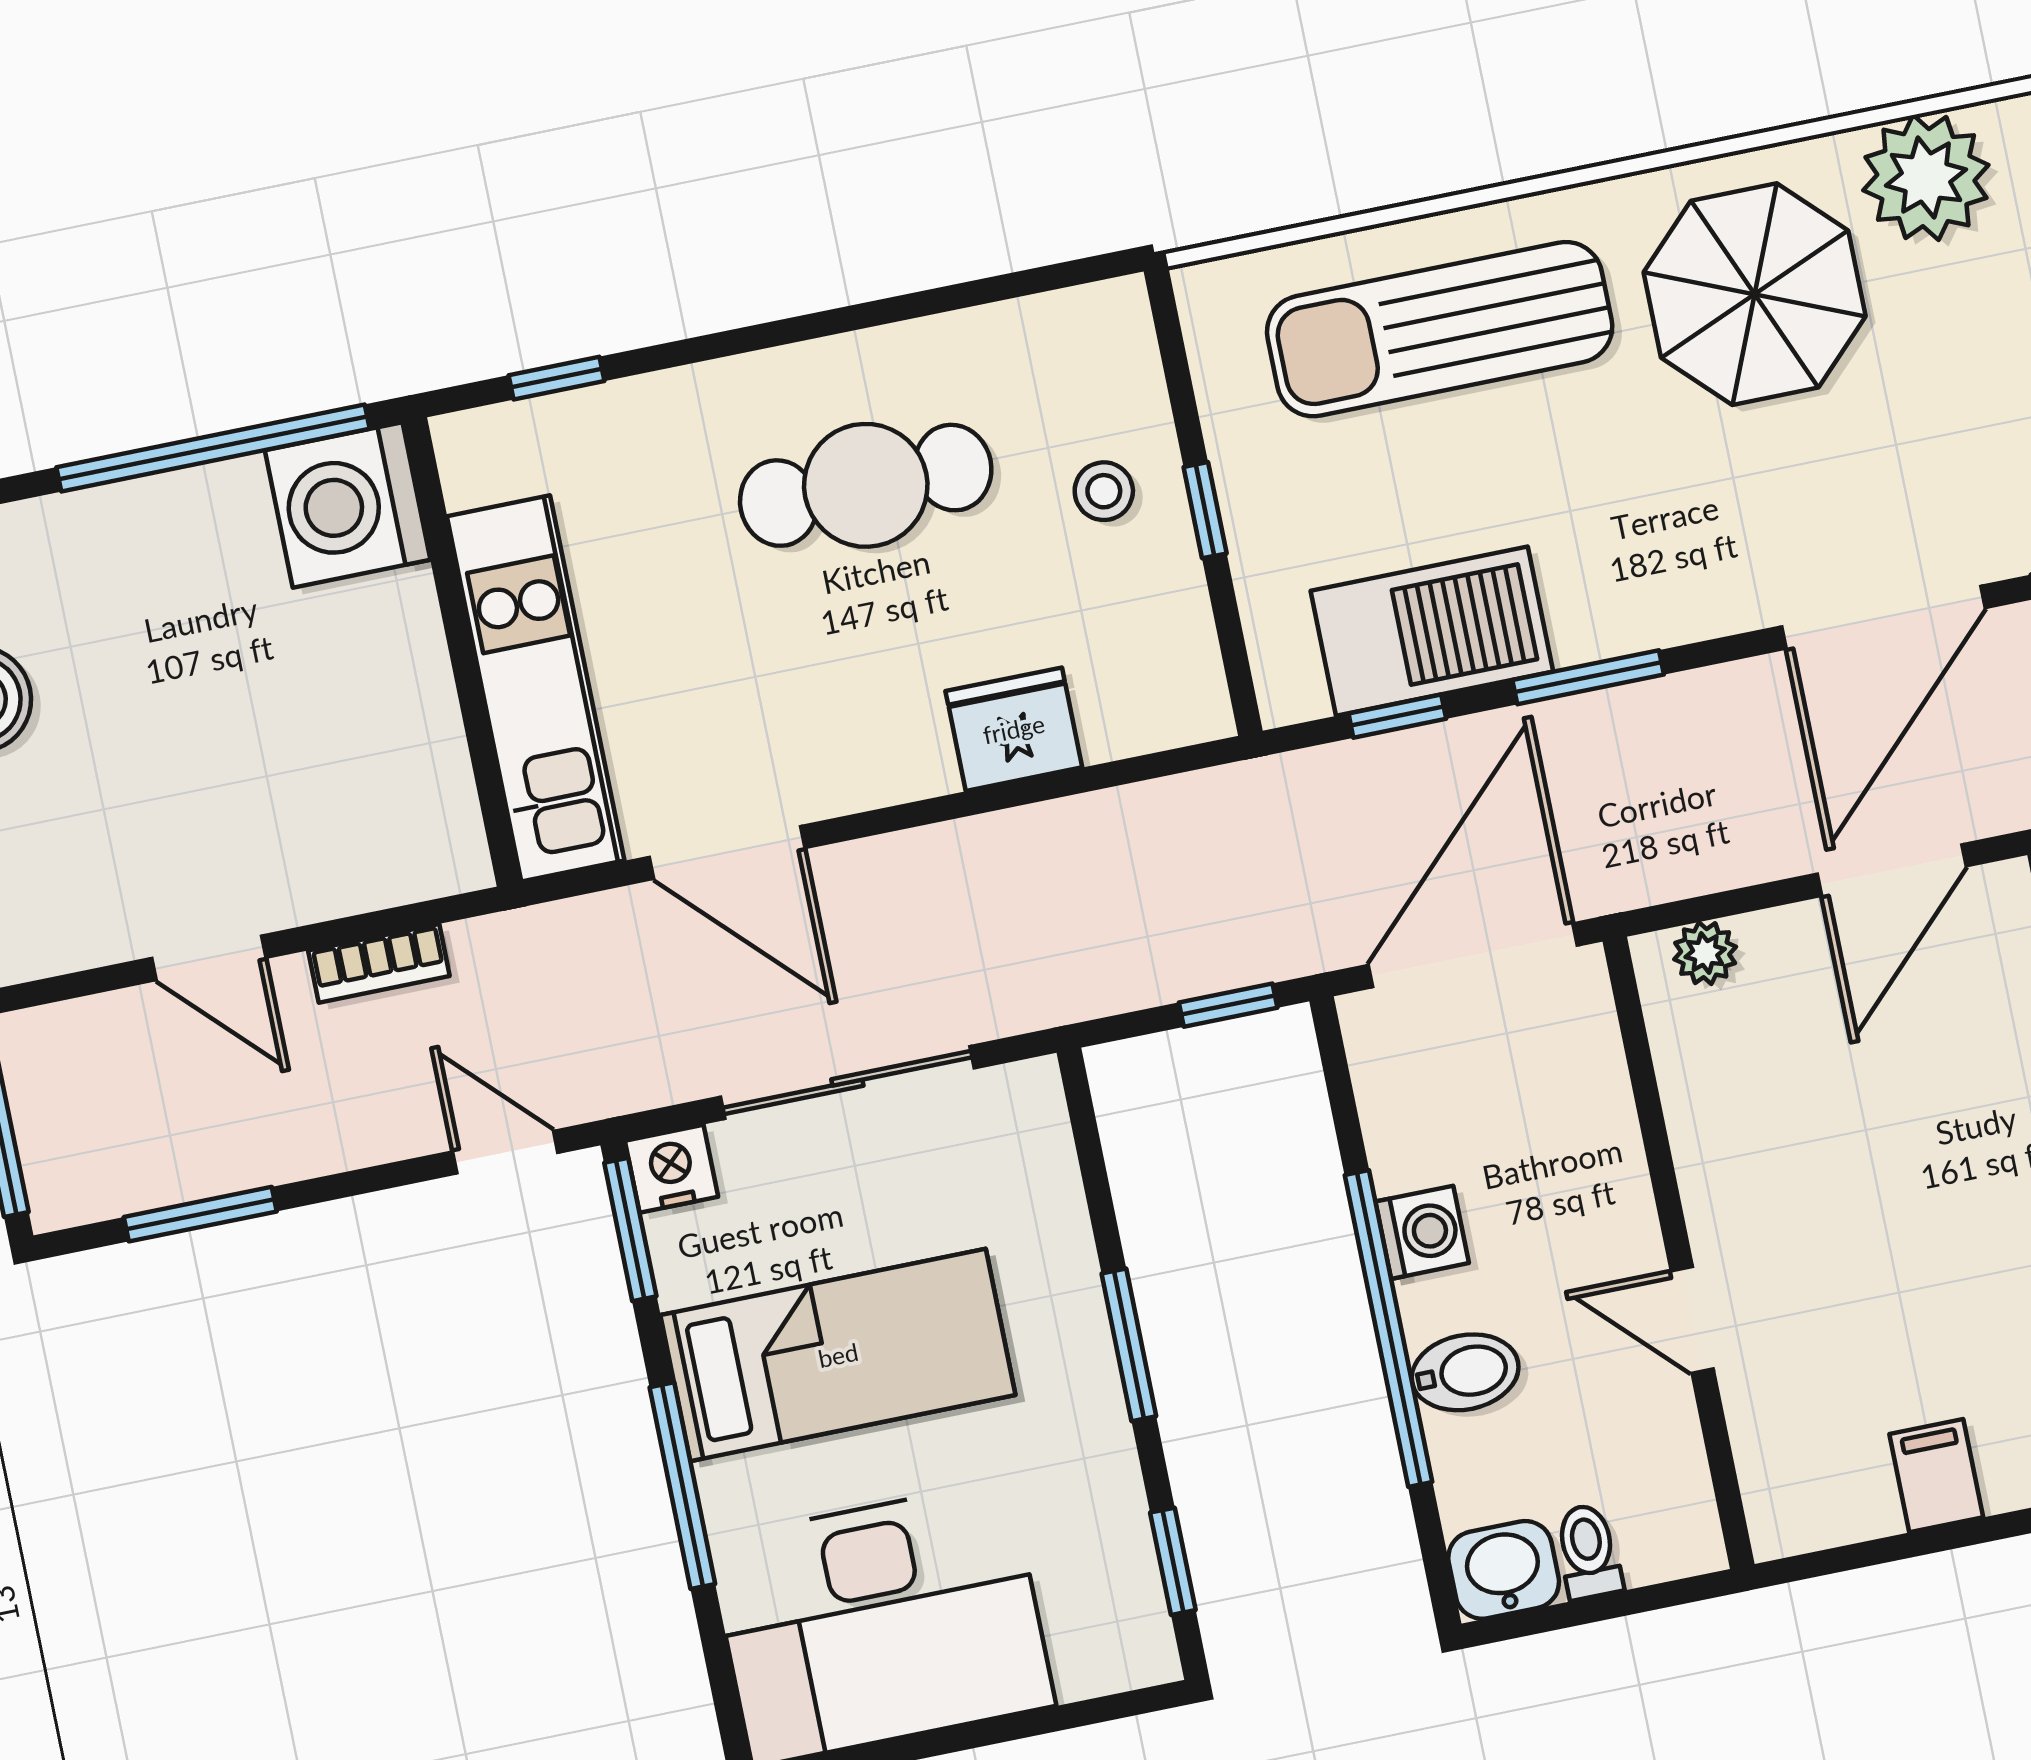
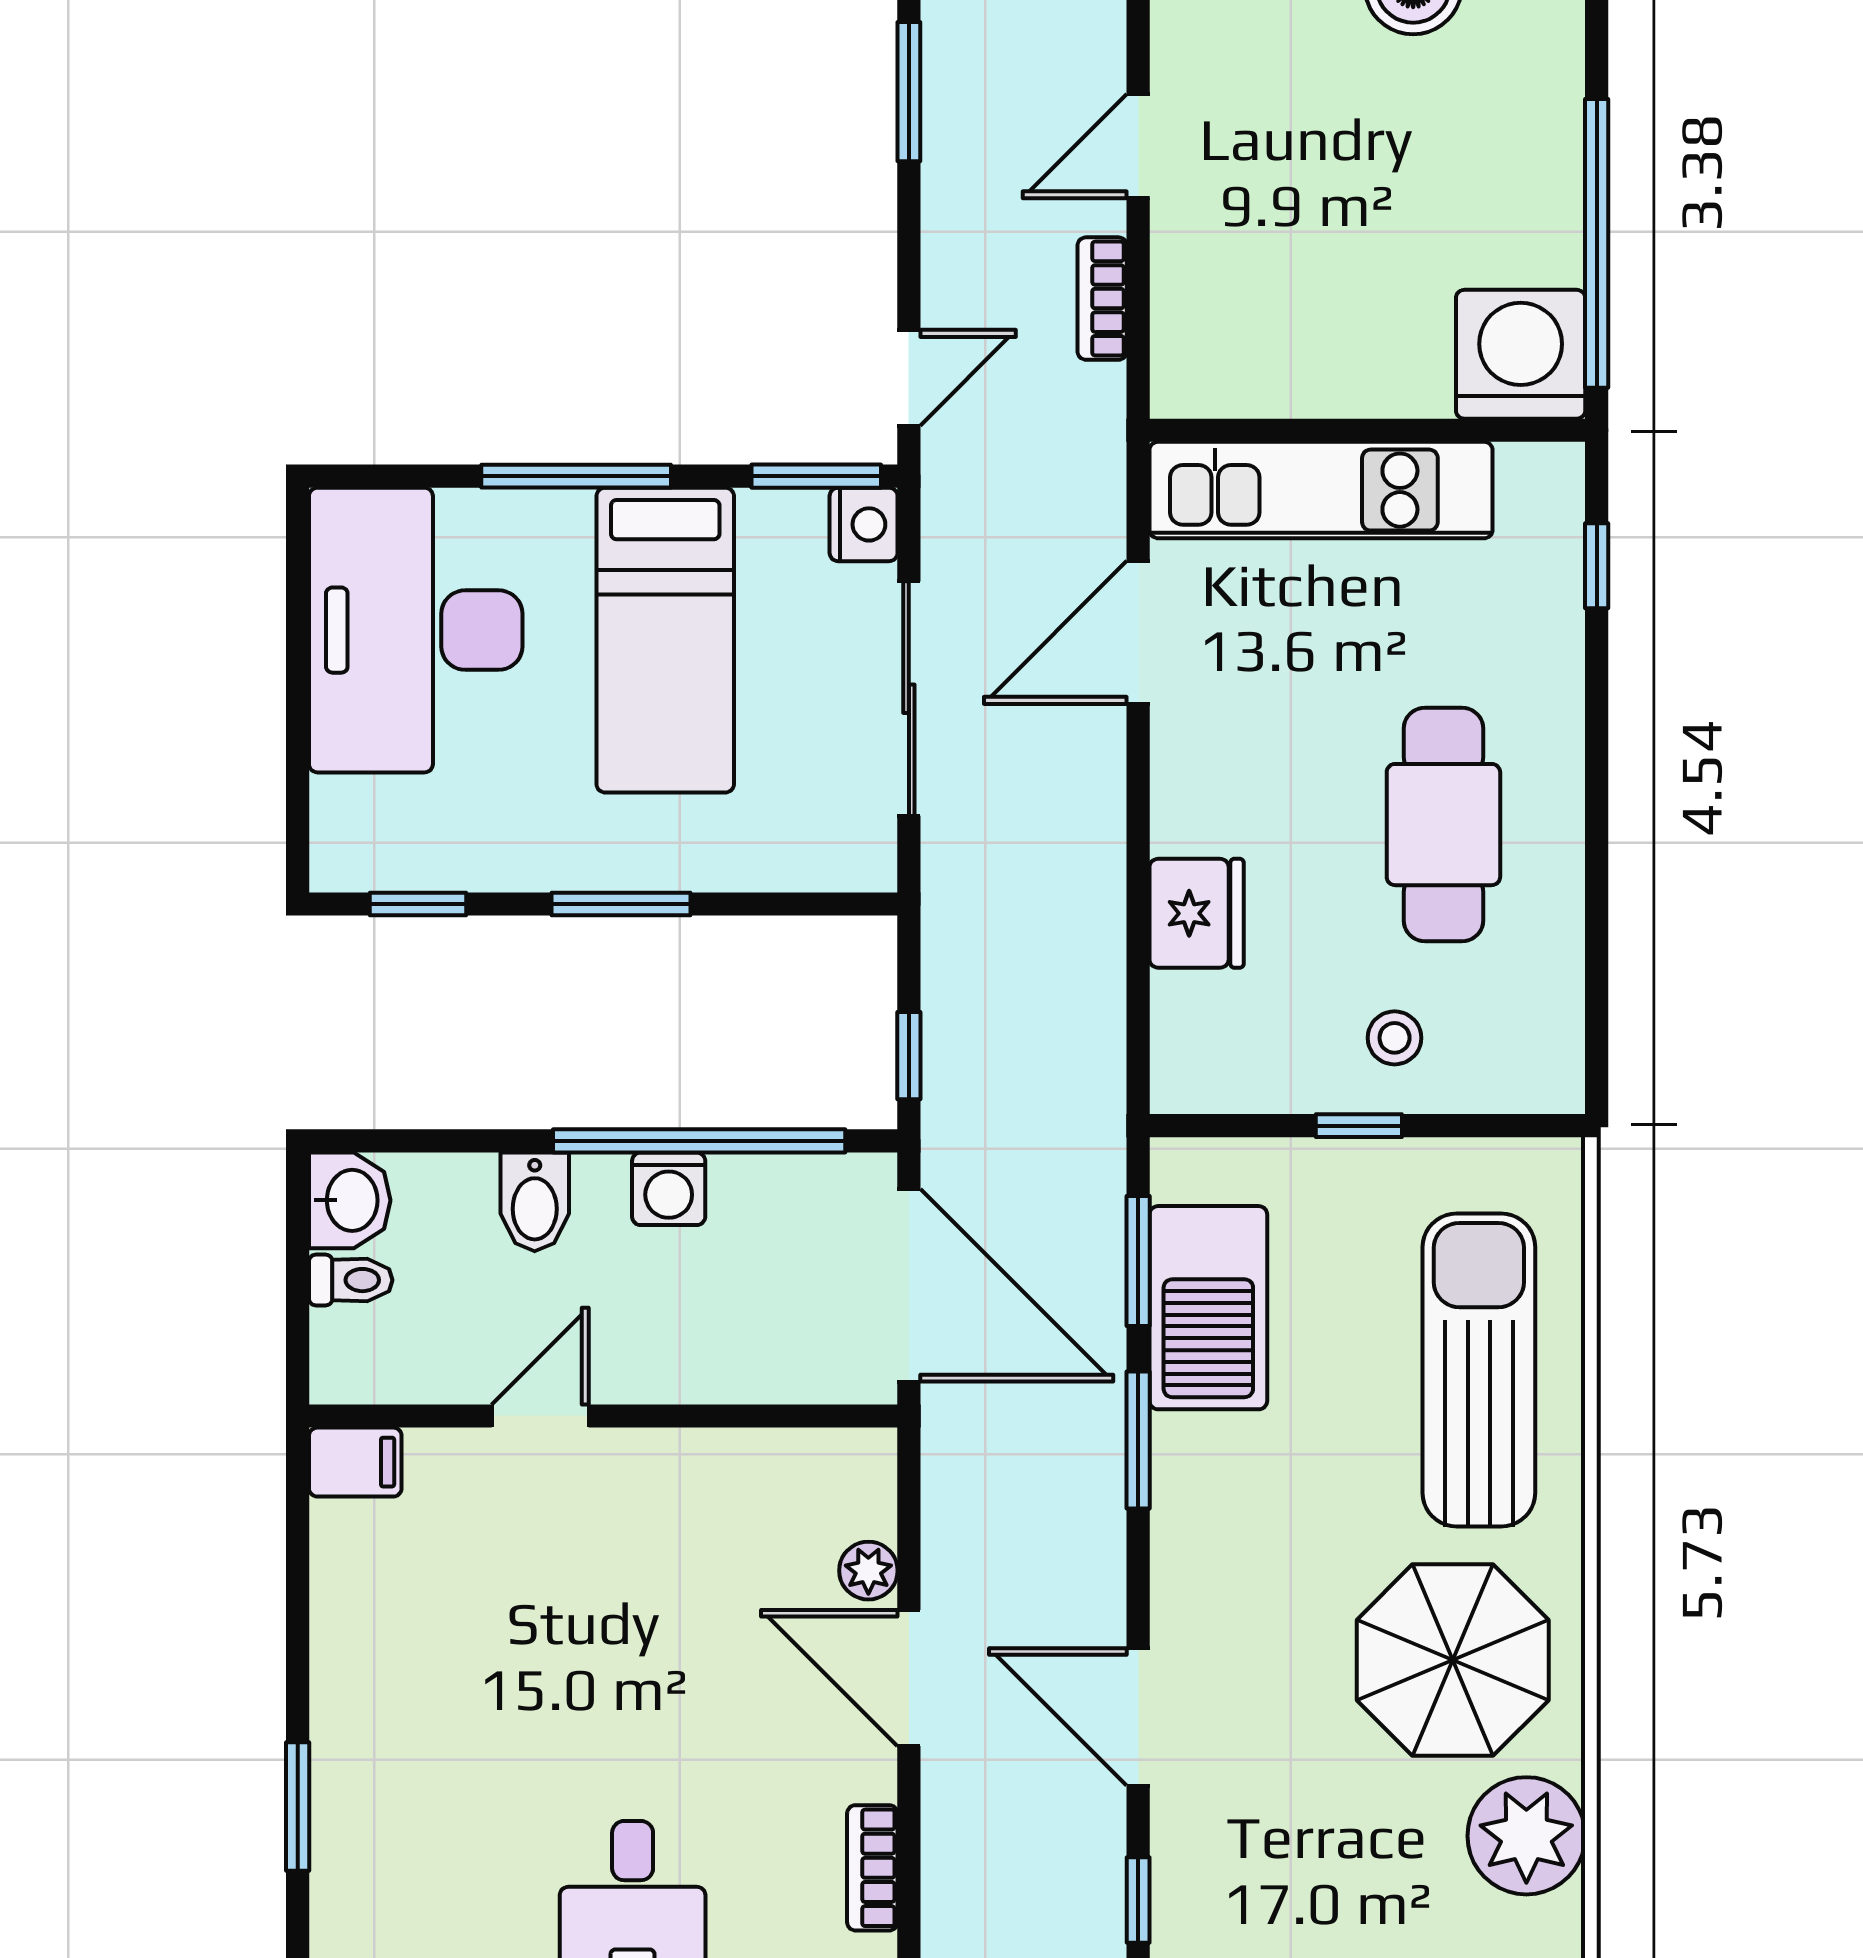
door: (1883, 617) -> (1138, 1717), width x0.73
window: (1397, 716) -> (1138, 1261), width x1.50
plant: (1705, 953) -> (868, 1571), moved
window: (1389, 1328) -> (699, 1141), moved
filing cabinet: (1936, 1476) -> (355, 1462), moved

